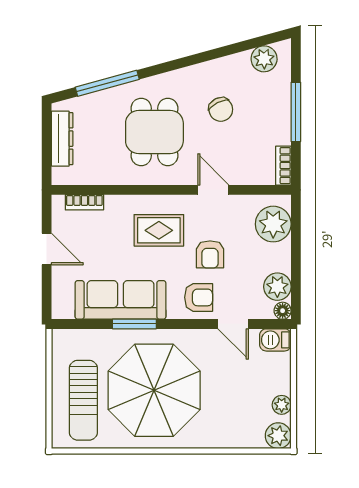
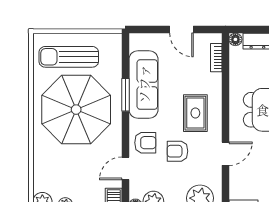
floor lamp: (60, 176) -> (235, 39), added
door: (47, 249) -> (181, 29), hinge flipped
armchair: (199, 297) -> (145, 143), turned -90

